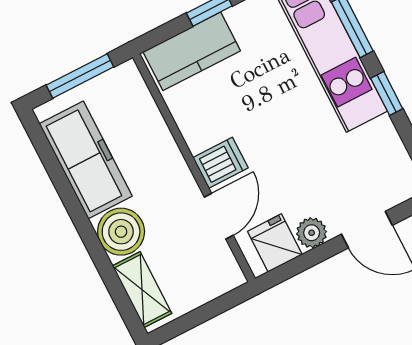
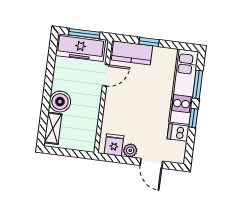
freezer: (86, 160) -> (80, 48), moved, turned 90
dishwasher: (221, 163) -> (178, 132), moved, turned 180
door: (219, 216) -> (106, 75), moved

